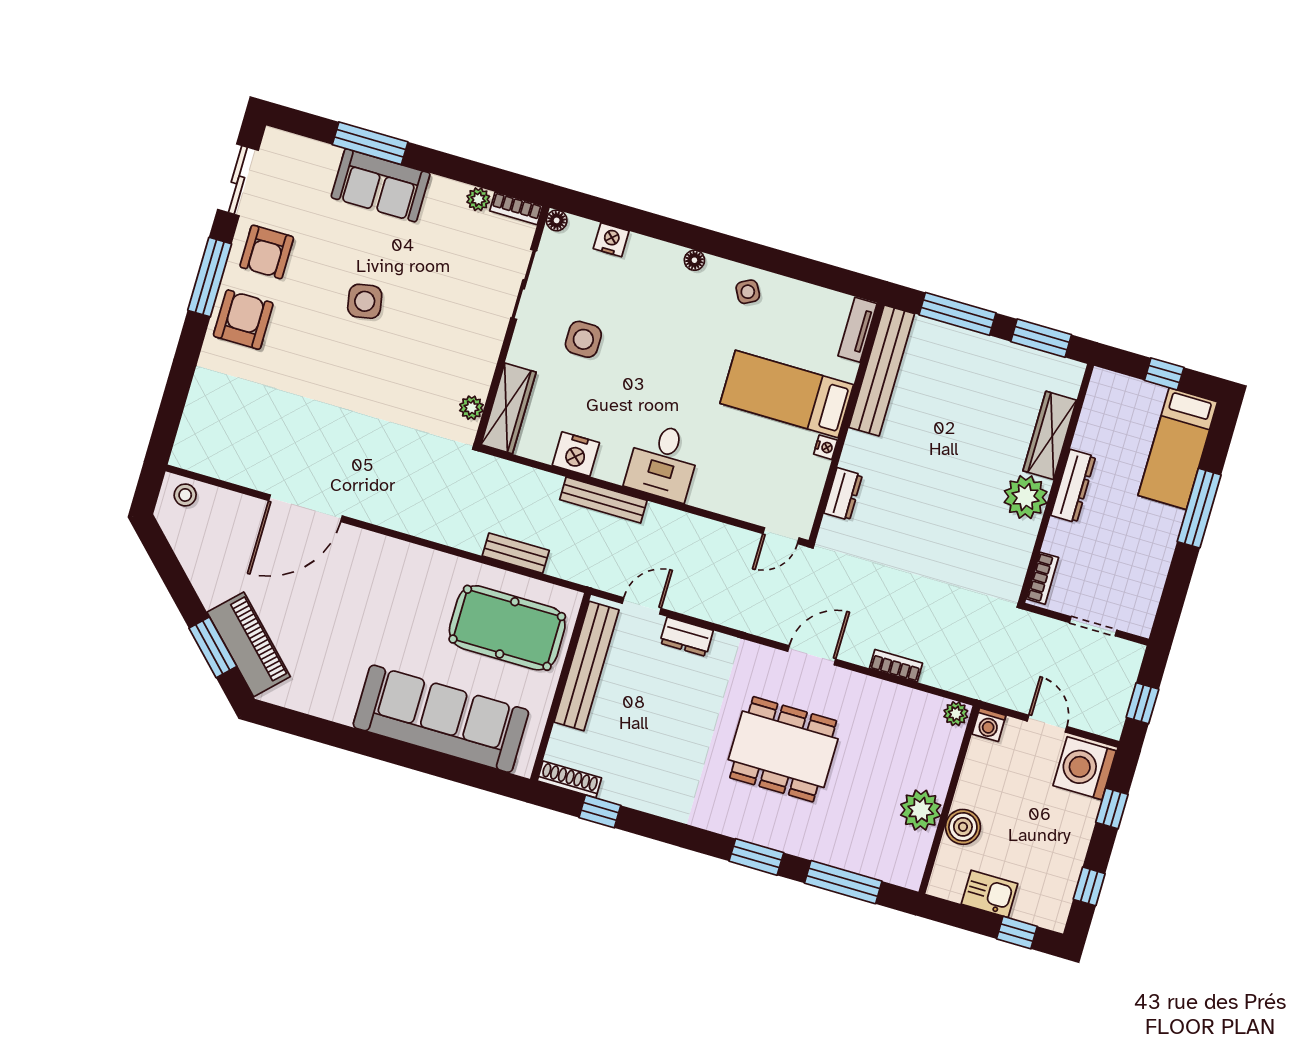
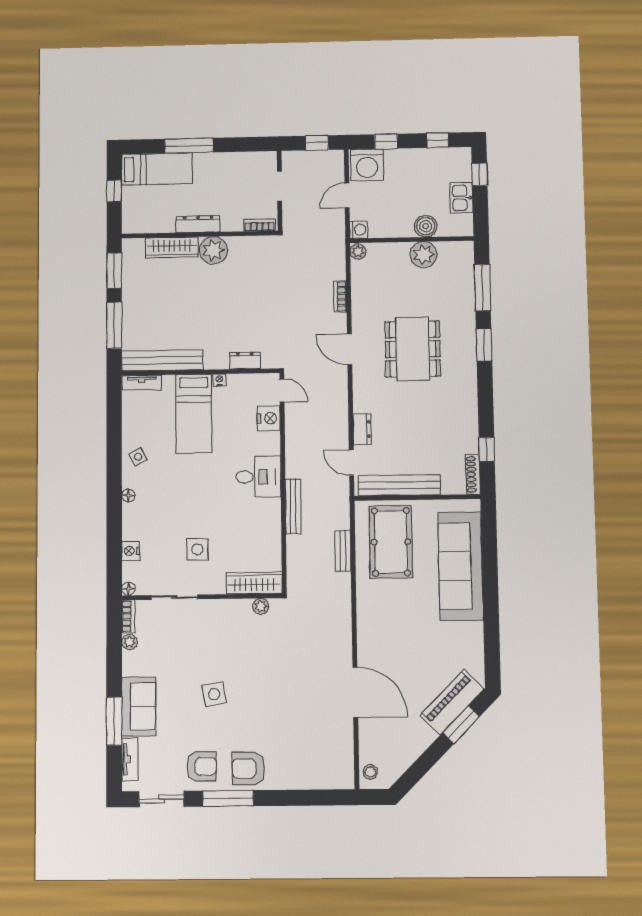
tv unit: (308, 150) -> (130, 759), added
nightstand: (576, 454) -> (269, 418), moved

